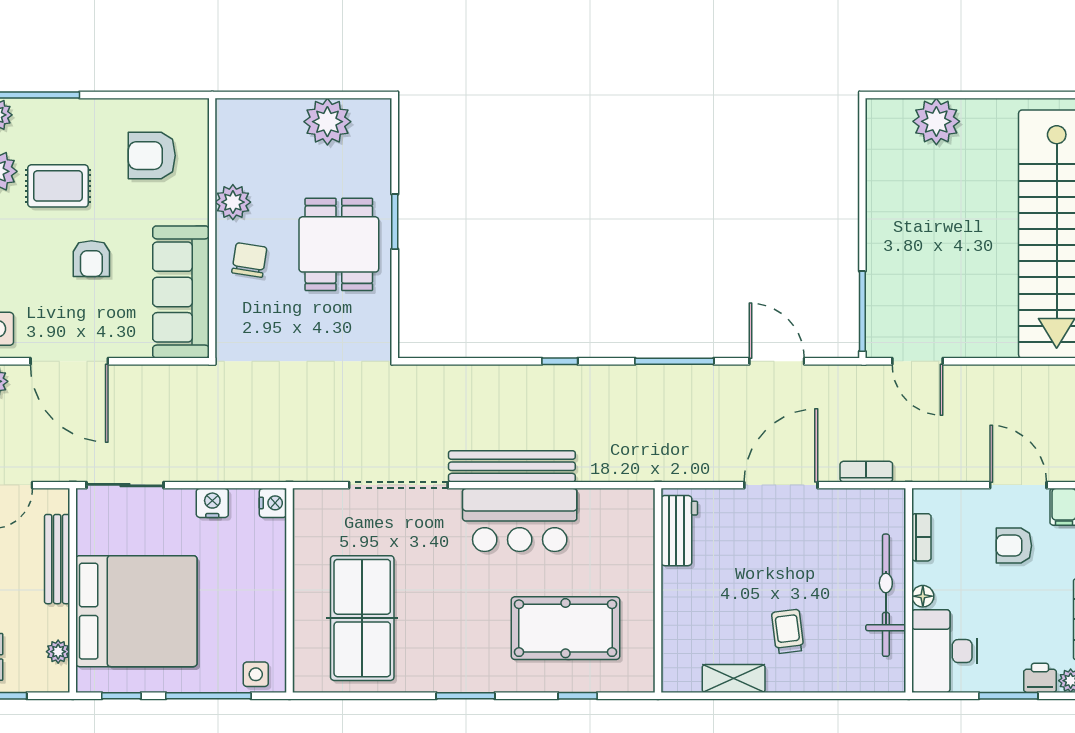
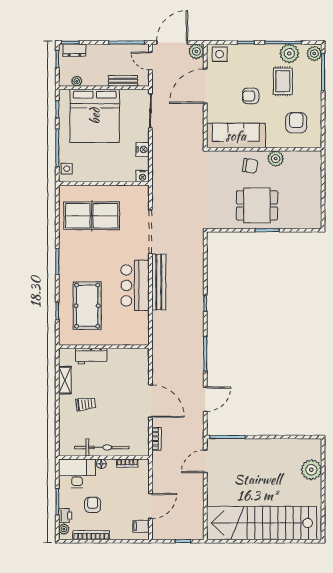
plant: (327, 122) -> (311, 200), removed
workbench: (679, 531) -> (91, 356), moved
armchair: (1014, 546) -> (93, 505), moved
bench: (57, 559) -> (123, 81), width x0.73

